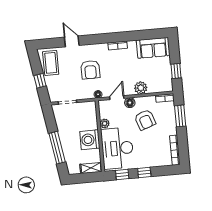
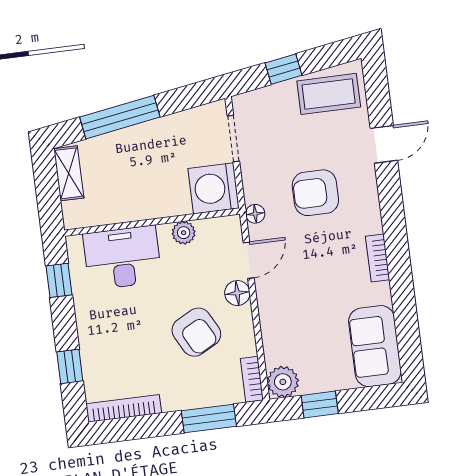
plant: (141, 88) -> (283, 382), moved
door: (117, 98) -> (249, 260), hinge flipped
armchair: (145, 120) -> (196, 332), turned -99
washing machine: (90, 140) -> (214, 188), moved, turned -90
desk: (117, 148) -> (122, 258), width x0.73, depth x0.77
shelving: (91, 168) -> (69, 173), moved
window: (144, 173) -> (70, 366), moved

